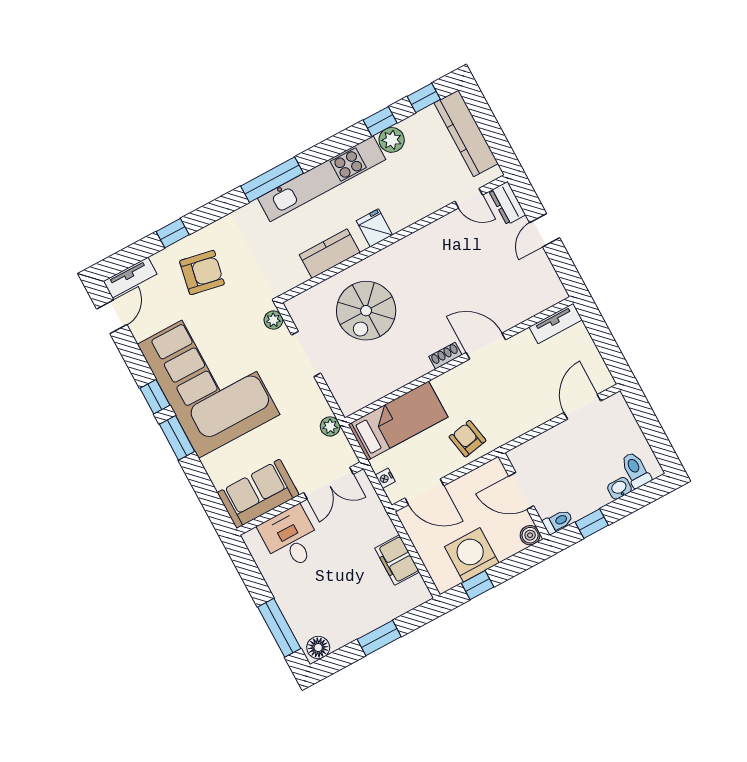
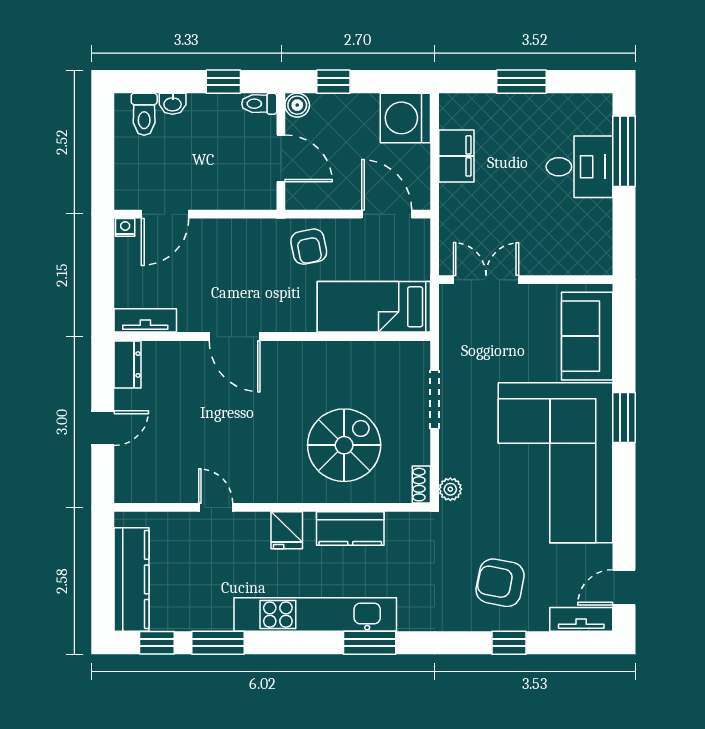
window: (380, 121) -> (218, 643), width x1.50
plant: (392, 140) -> (216, 616), removed
window: (272, 180) -> (370, 643), width x0.69
door: (469, 198) -> (216, 507), moved
dresser: (507, 203) -> (128, 365), moved
doorway: (306, 354) -> (435, 400), moved
shoe rack: (445, 356) -> (421, 485), moved, turned 90
window: (155, 397) -> (624, 475), removed
plant: (330, 426) -> (451, 340), removed
nightstand: (385, 478) -> (125, 227), moved, turned -90
sofa: (258, 494) -> (587, 336), moved, turned 90
desk: (291, 538) -> (579, 167), moved, turned -90
washing machine: (472, 555) -> (405, 118), moved, turned 90
window: (478, 585) -> (333, 82), moved
floor lamp: (318, 648) -> (593, 107), removed

